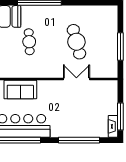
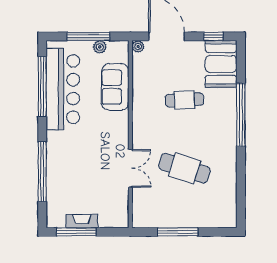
cafe table: (76, 42) -> (184, 168), turned 33
fireplace: (113, 126) -> (82, 221), moved

